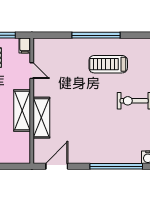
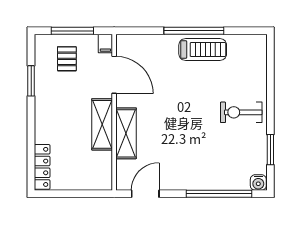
treadmill: (108, 64) -> (203, 50), moved, turned 180
door: (32, 71) -> (114, 75), width x1.88

